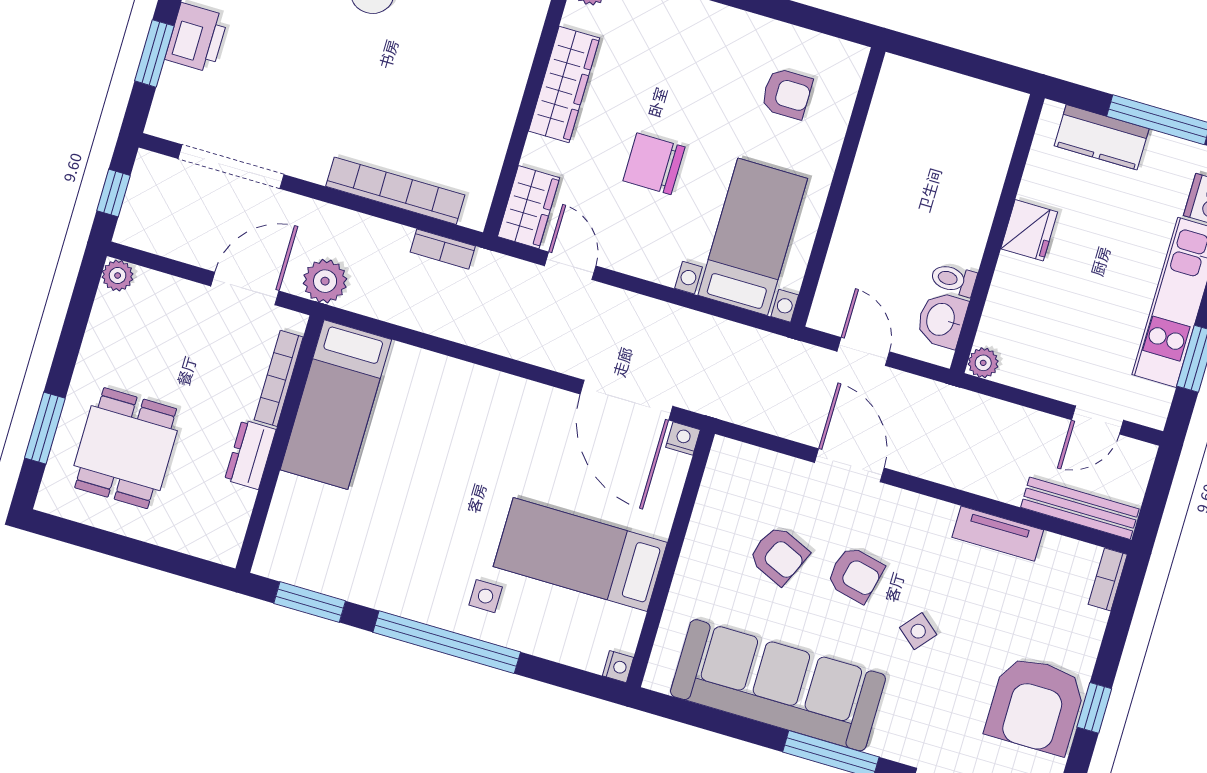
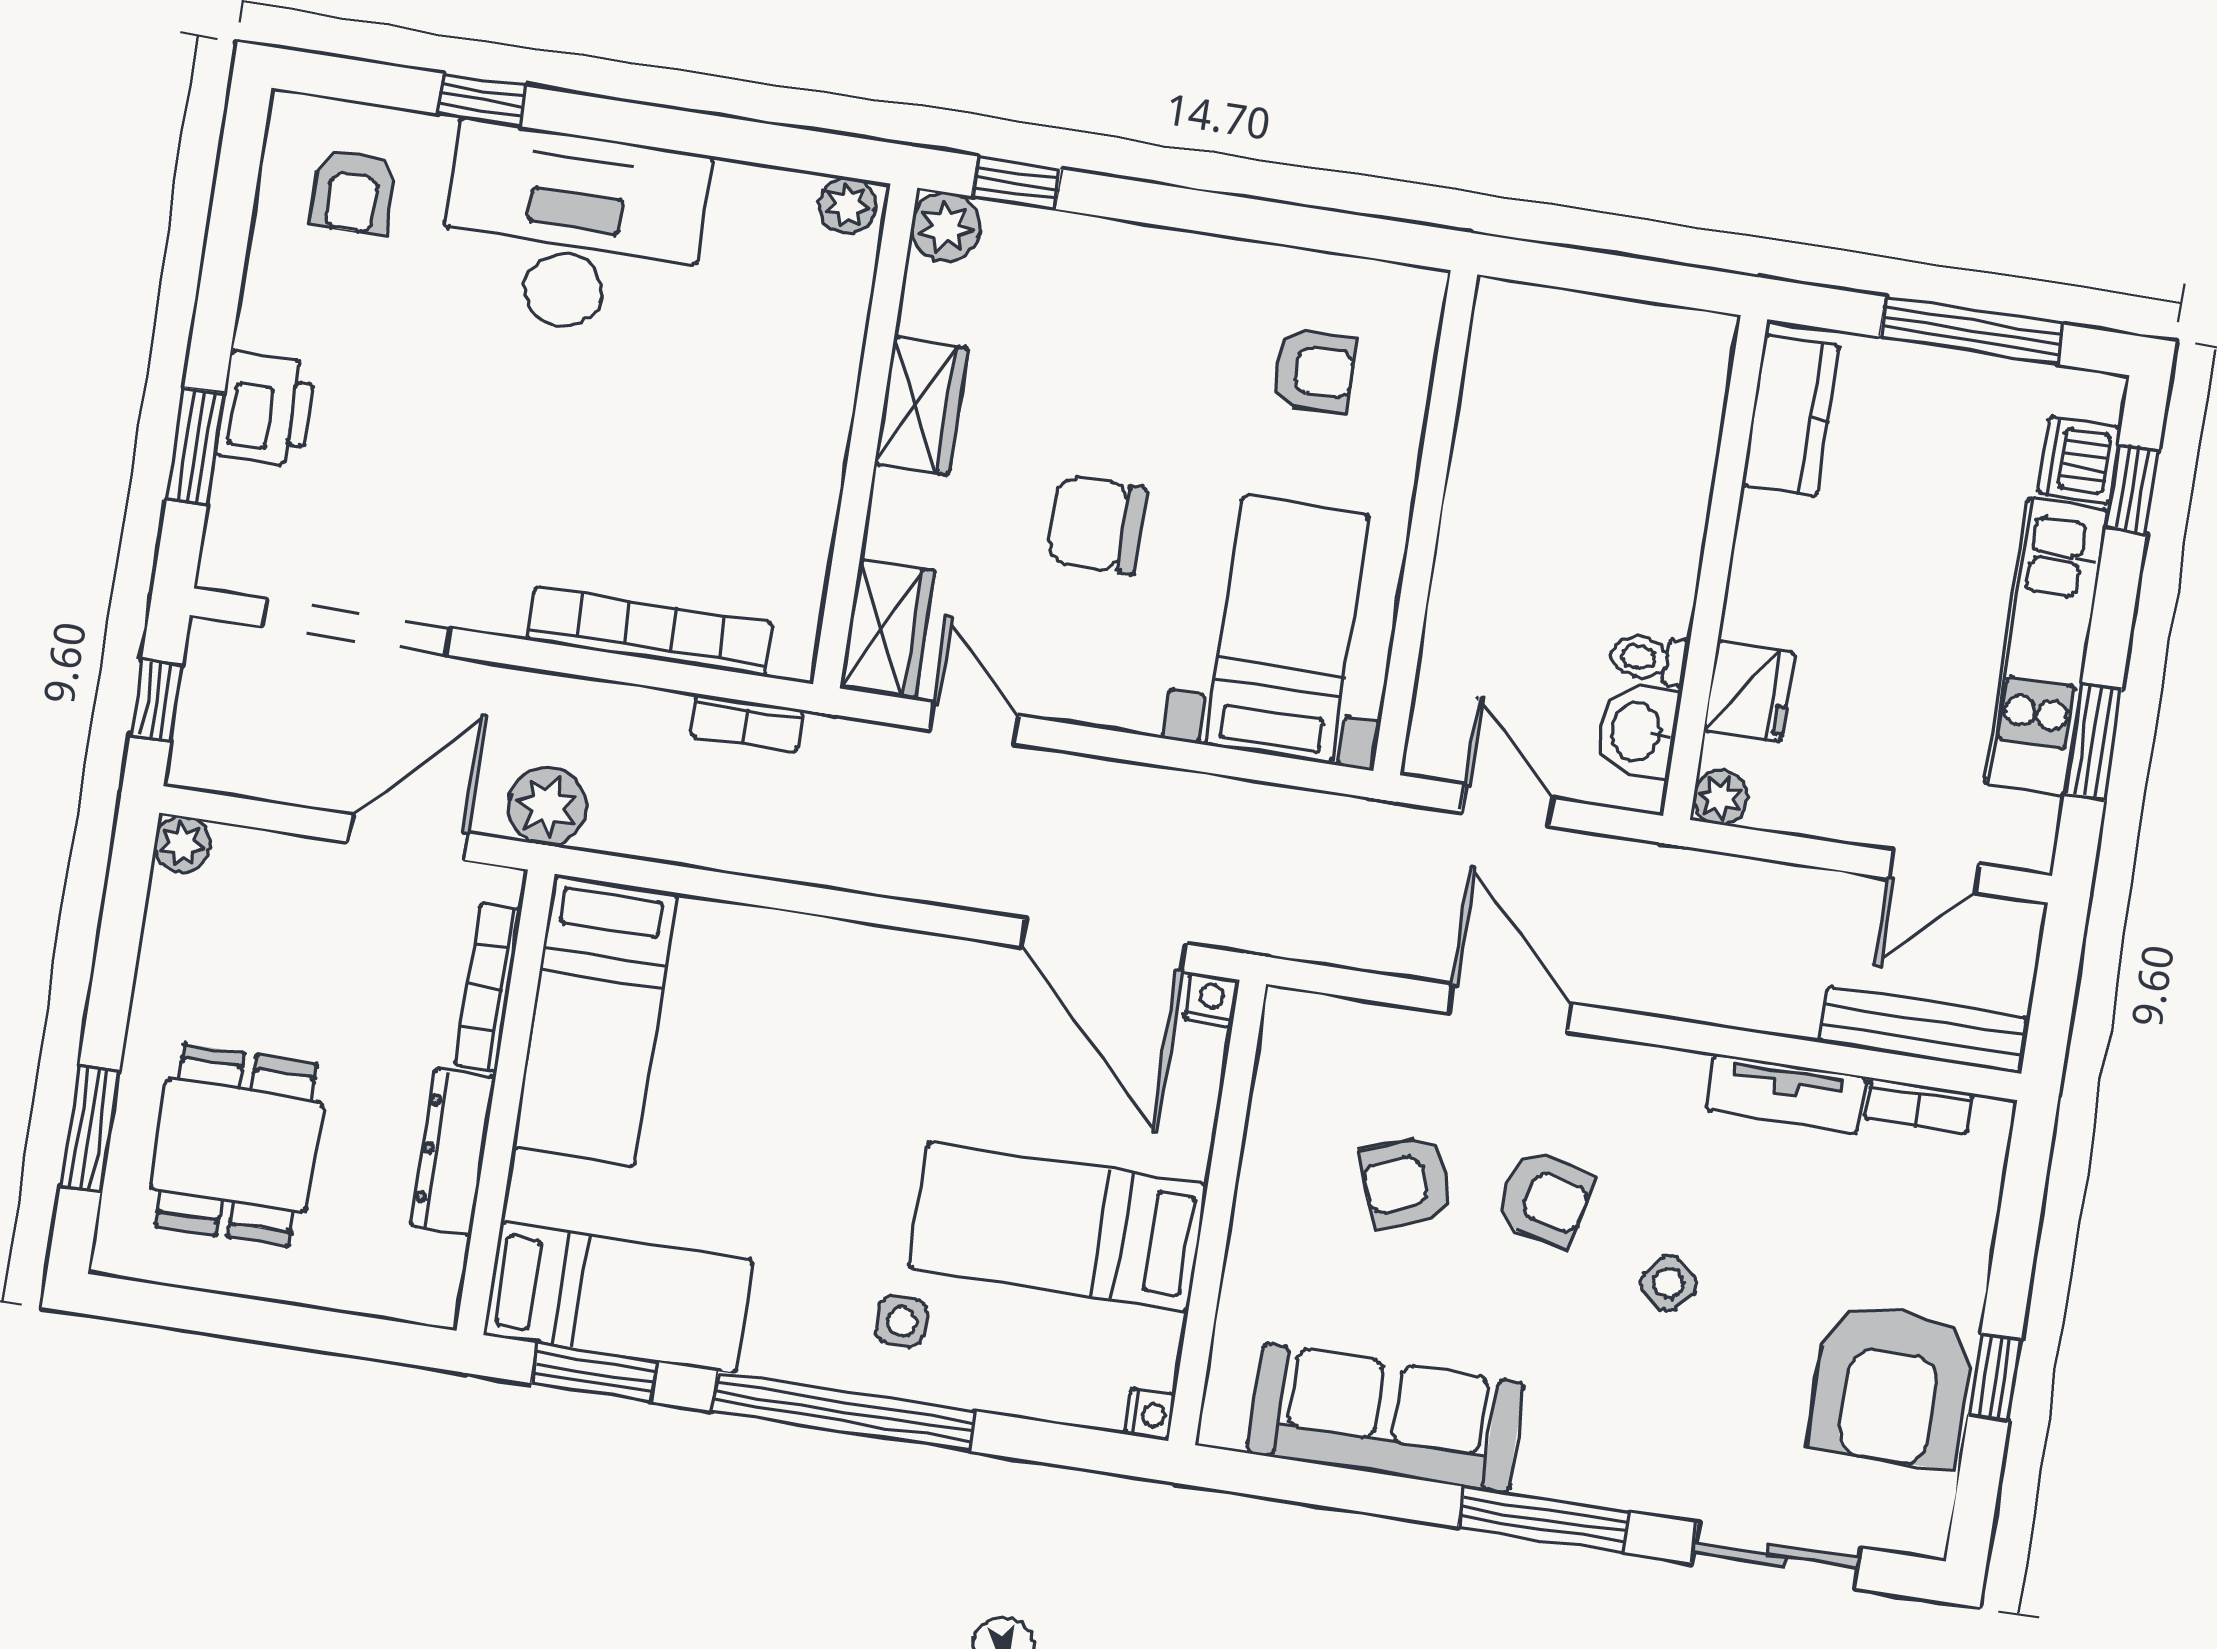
wardrobe: (564, 85) -> (921, 406), width x0.67
kitchen counter: (1102, 137) -> (1791, 415), moved, turned -90
fridge: (1029, 230) -> (1749, 691), moved
dresser: (250, 455) -> (453, 1152), width x1.44
armchair: (779, 555) -> (1406, 1182), turned 135
bed: (328, 562) -> (618, 1298), added
bookcase: (1108, 579) -> (1919, 1106), moved, turned -90
sofa: (778, 685) -> (1386, 1418), width x0.74, depth x0.79

